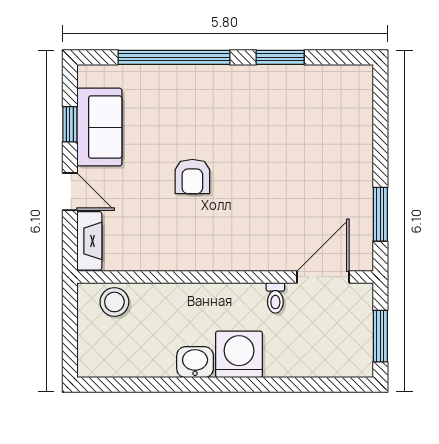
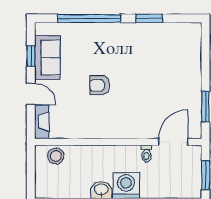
armchair: (192, 176) -> (100, 85), turned 90

